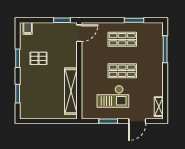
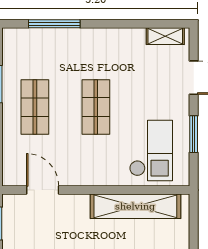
door: (79, 33) -> (43, 190), moved
checkout: (113, 96) -> (151, 150), moved

